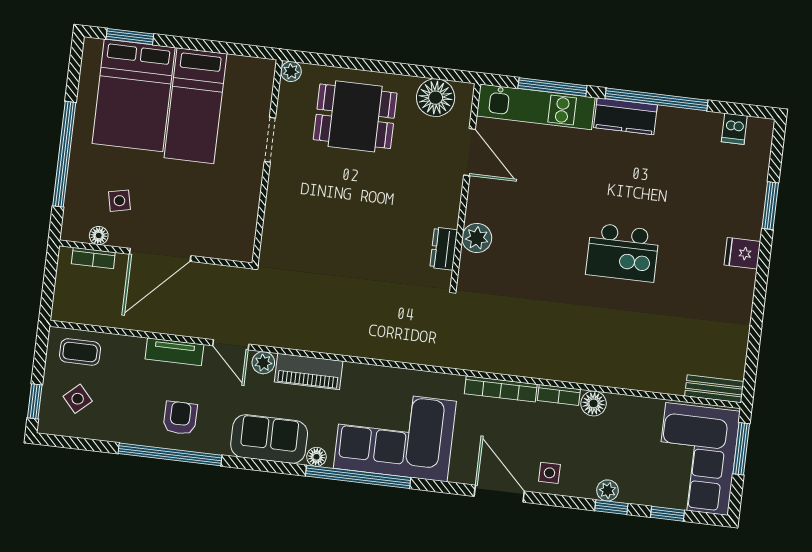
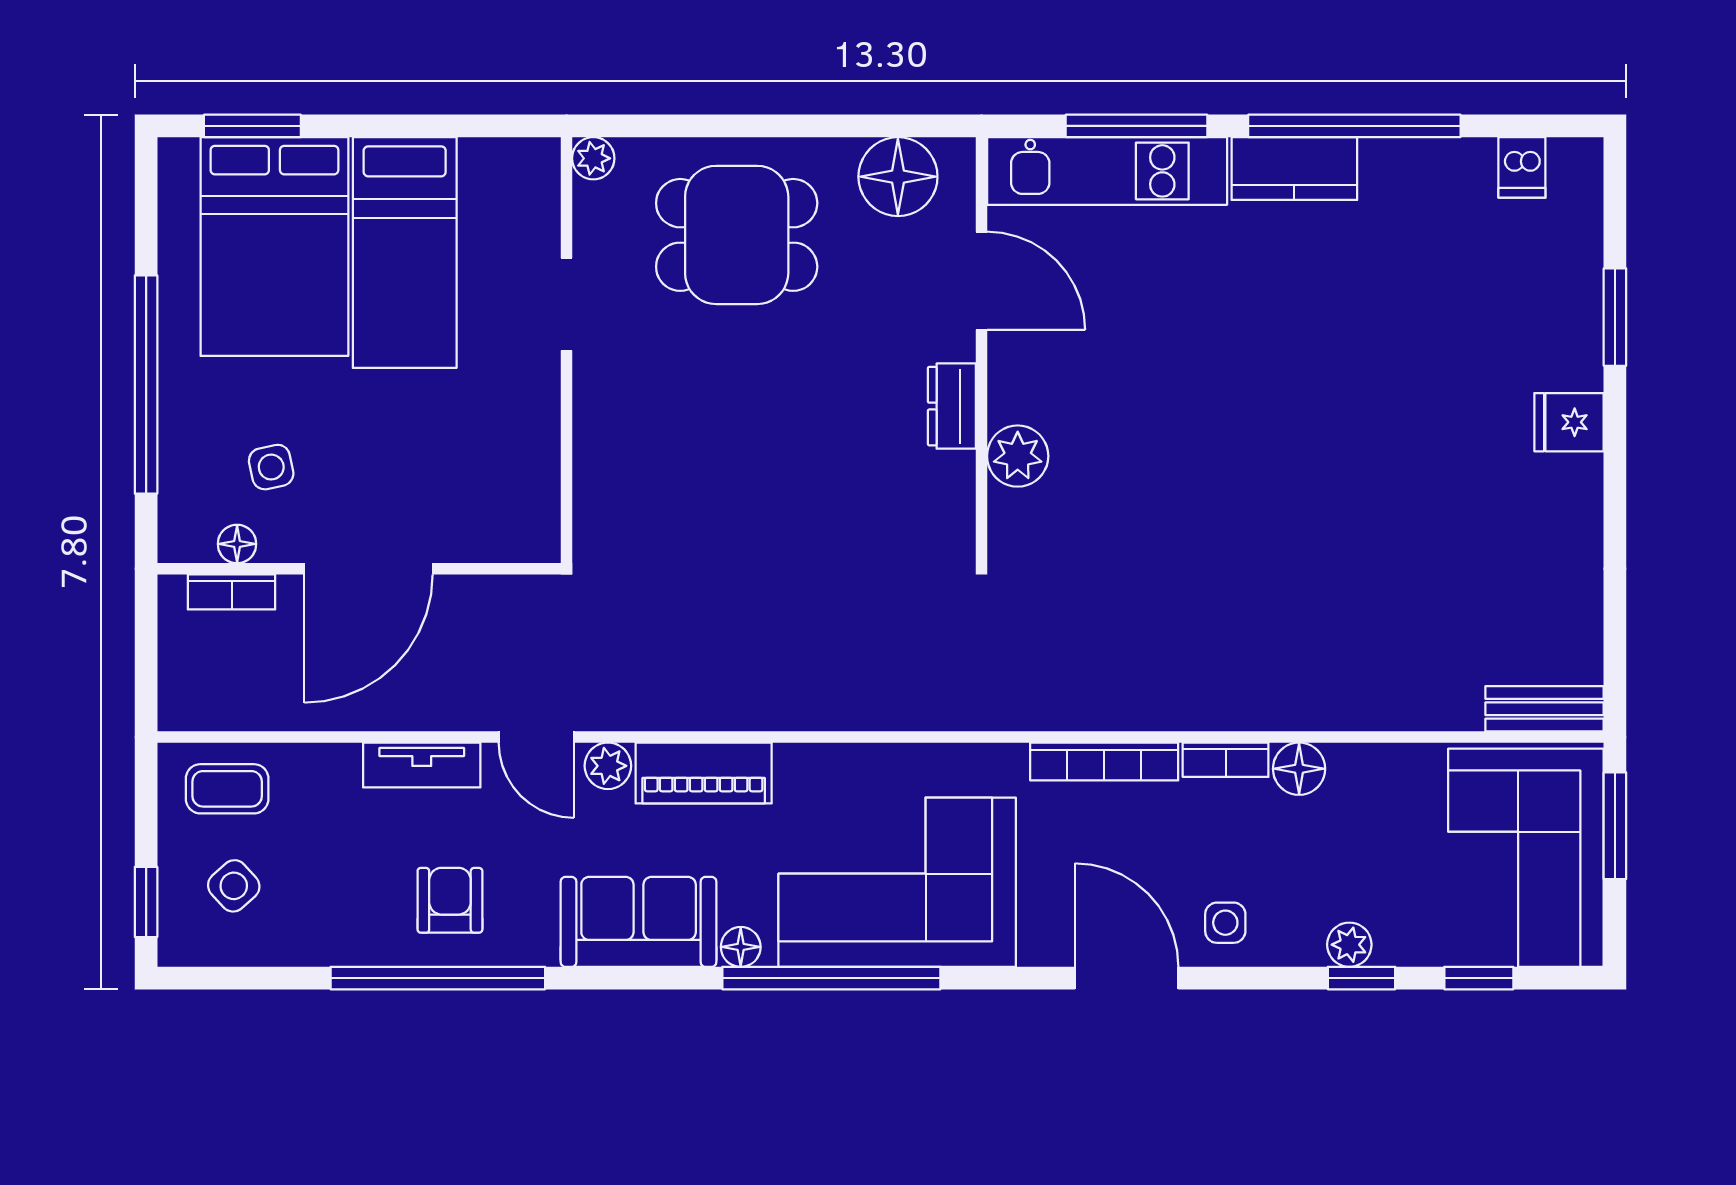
dresser: (444, 249) -> (952, 406), moved
kitchen island: (623, 253) -> (1322, 450), removed

